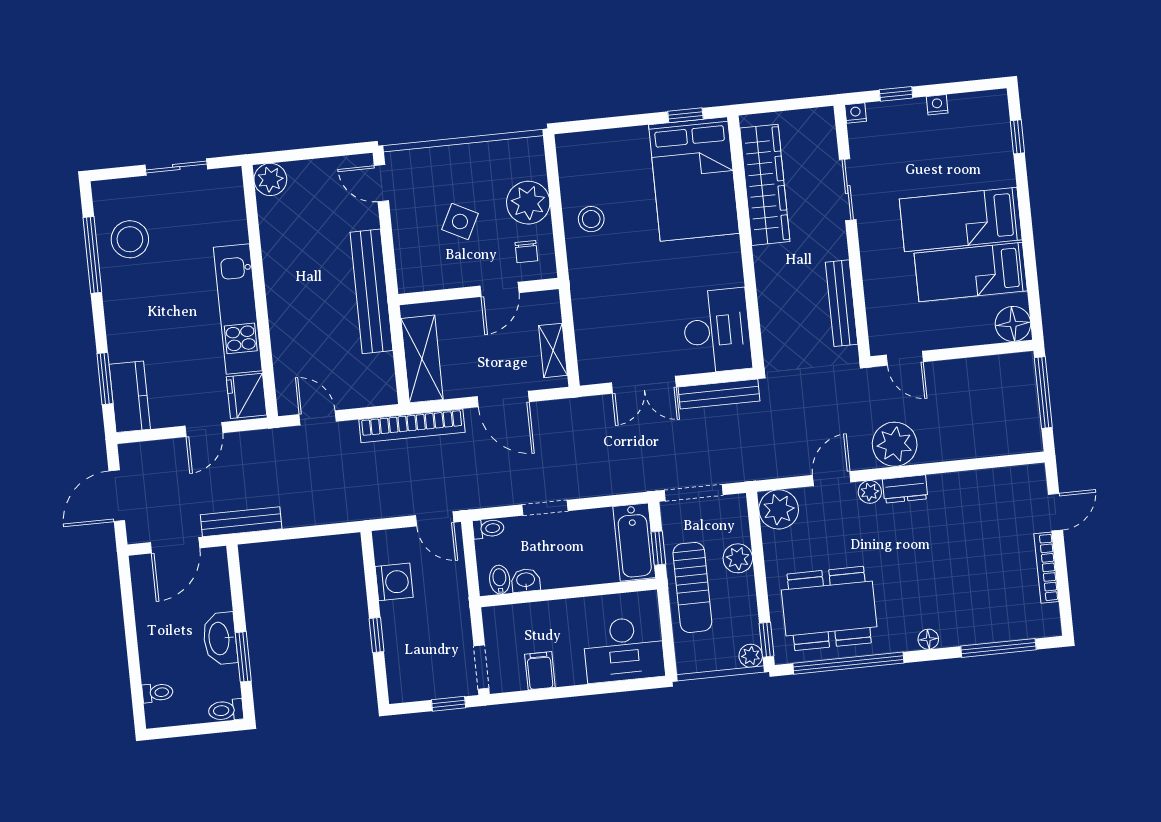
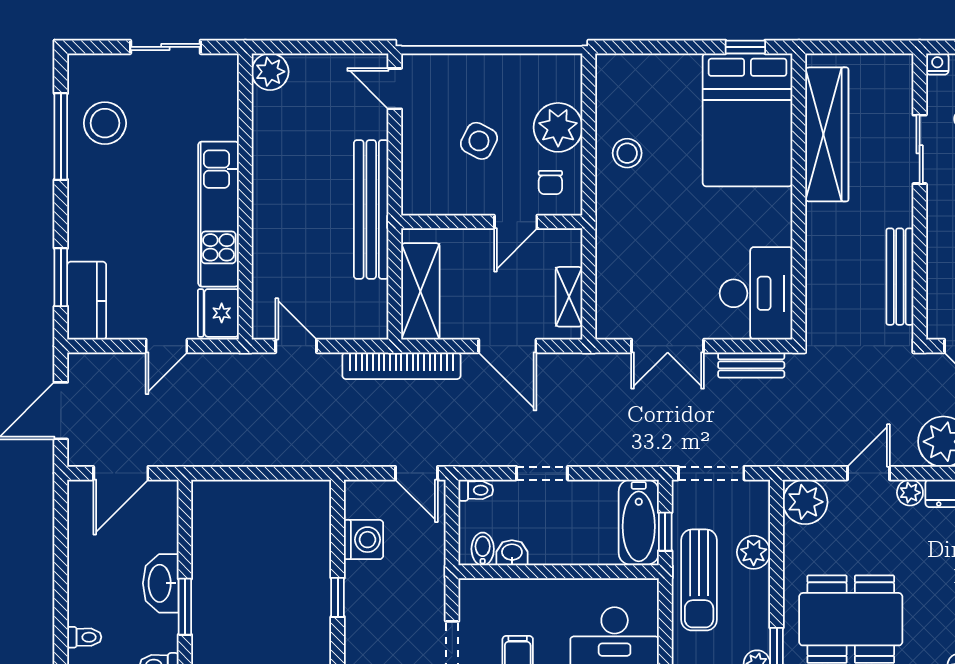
bench: (719, 394) -> (751, 365), width x0.73
bench: (241, 522) -> (198, 454), removed

